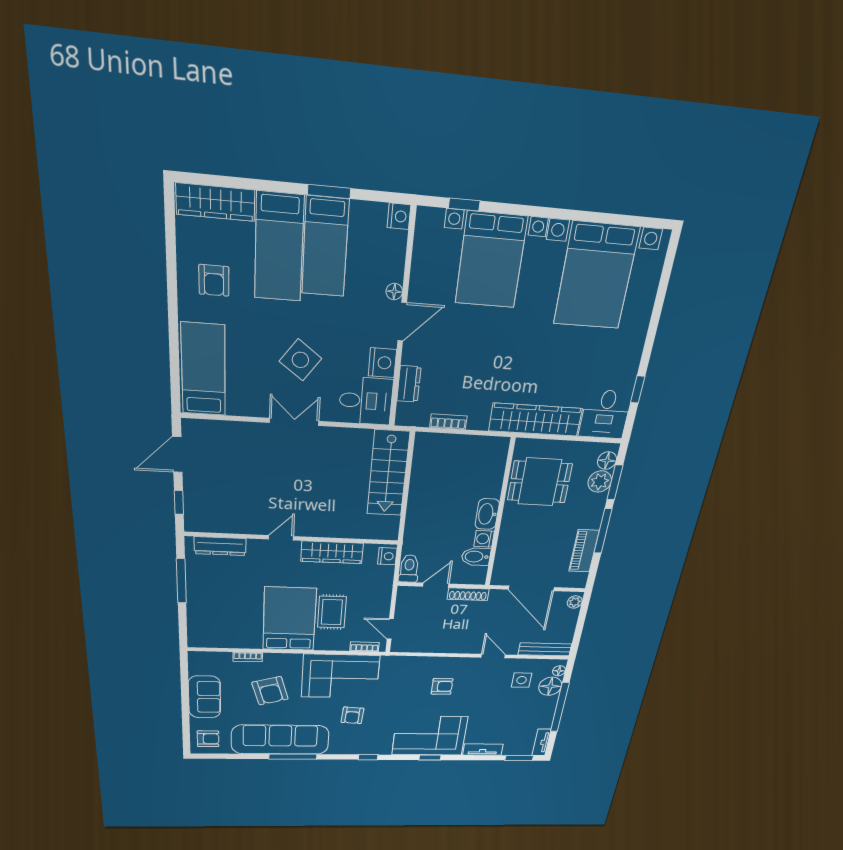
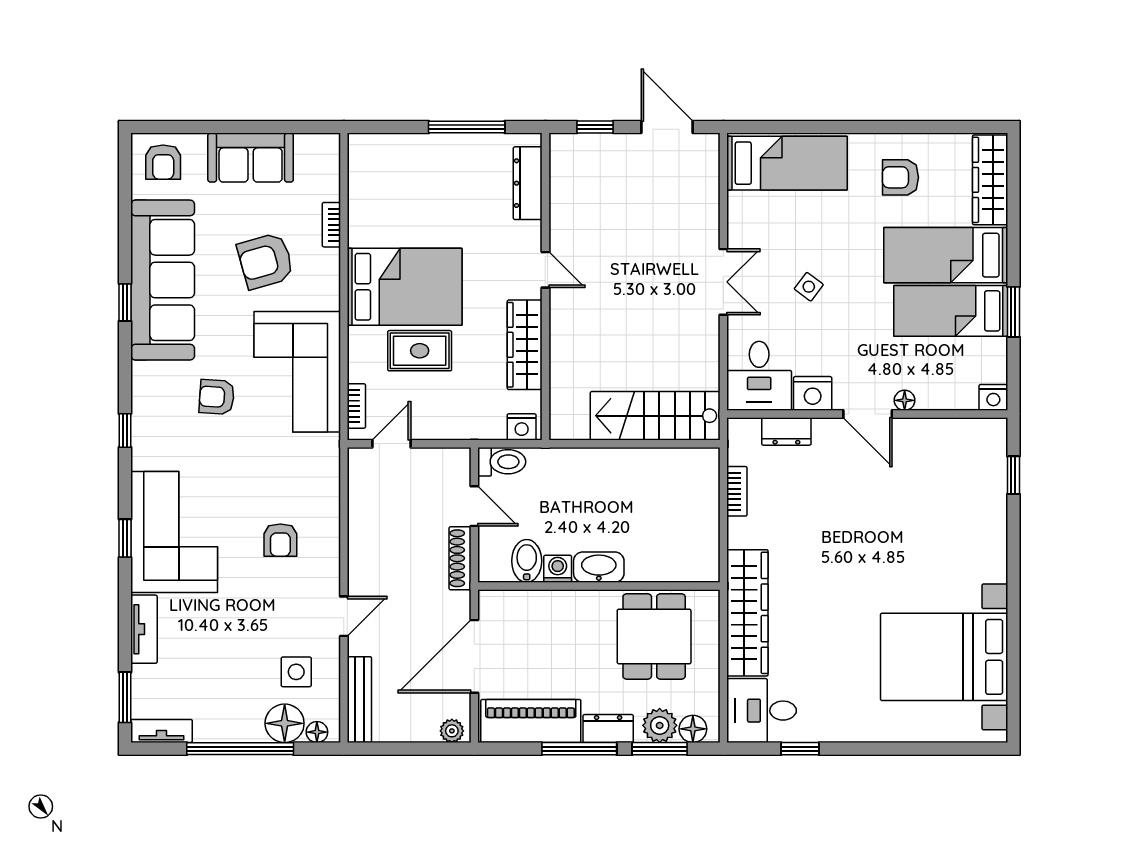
bed with nightstands: (491, 260) -> (952, 518), removed
side table: (300, 360) -> (809, 287), width x0.54, depth x0.54
dresser: (594, 513) -> (608, 729), added
piano: (584, 551) -> (531, 721), width x1.37, depth x1.33
window: (293, 757) -> (125, 302), width x0.46

